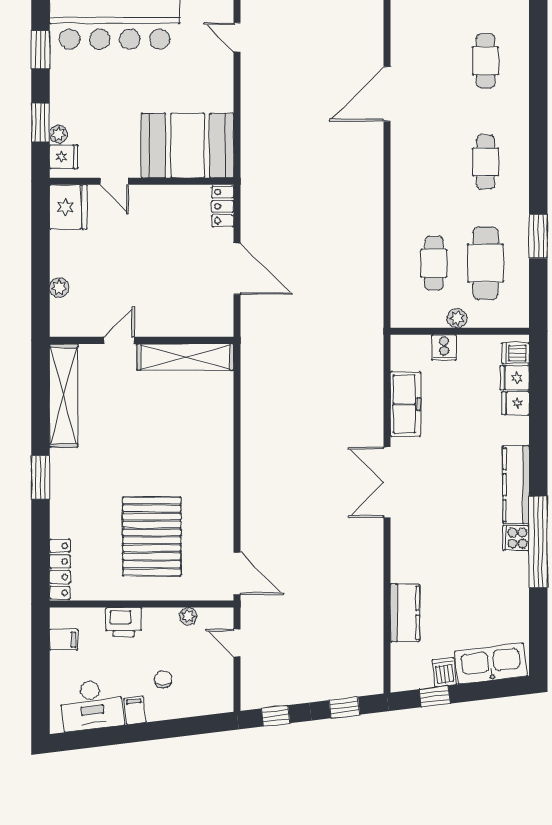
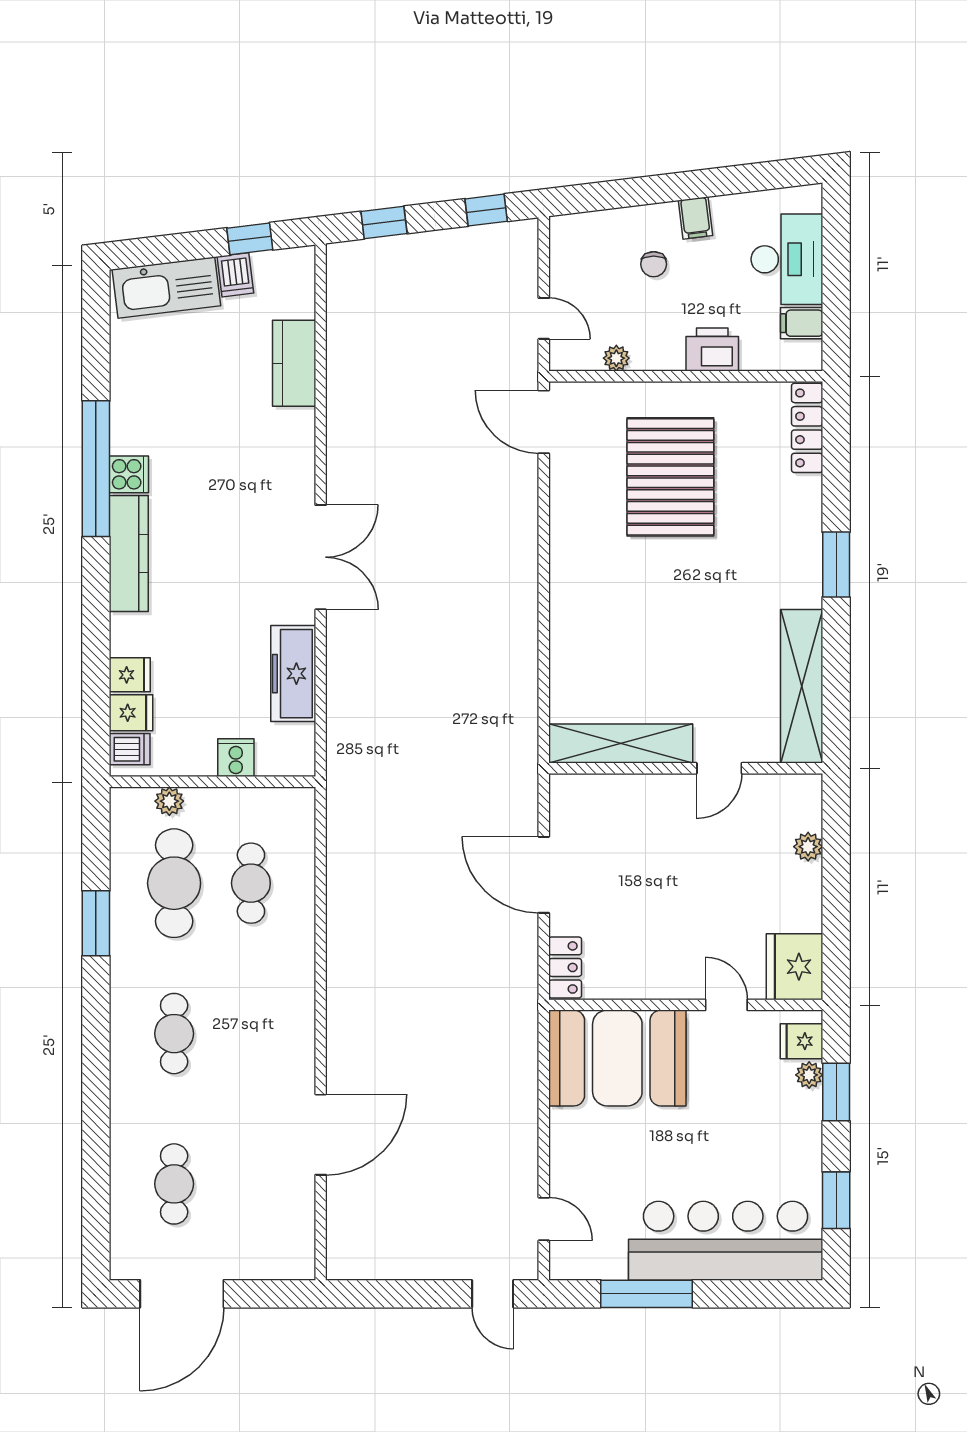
plant: (457, 318) -> (169, 801), moved
desk: (92, 705) -> (787, 259), moved, turned 97

